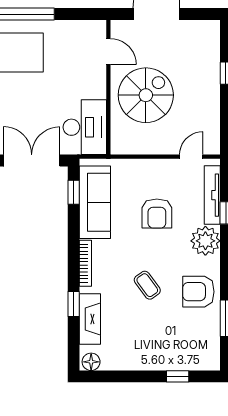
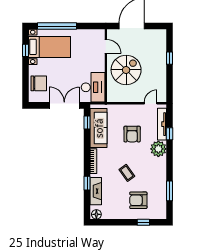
armchair: (198, 292) -> (138, 200), moved

